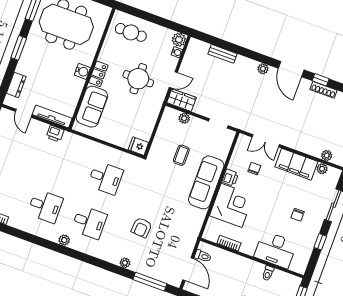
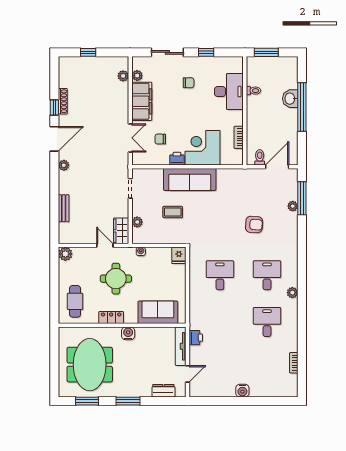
water cooler: (177, 52) -> (141, 251), moved
locker: (98, 74) -> (111, 318), moved
plant: (125, 263) -> (293, 206), moved

